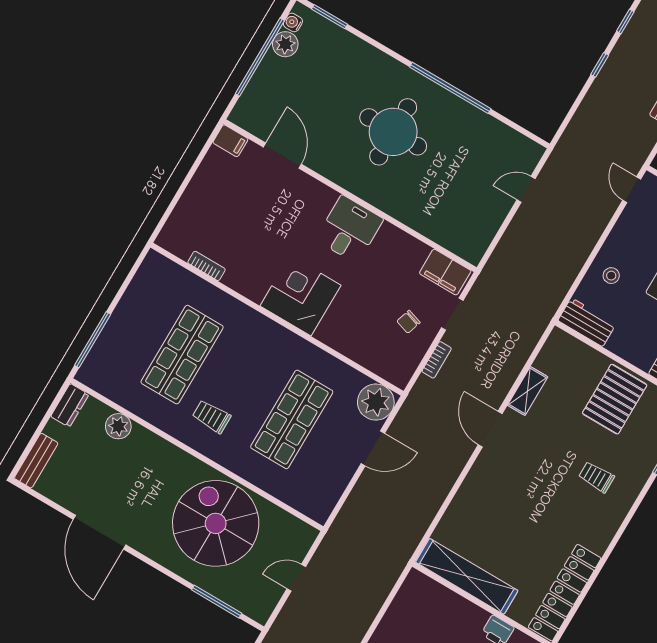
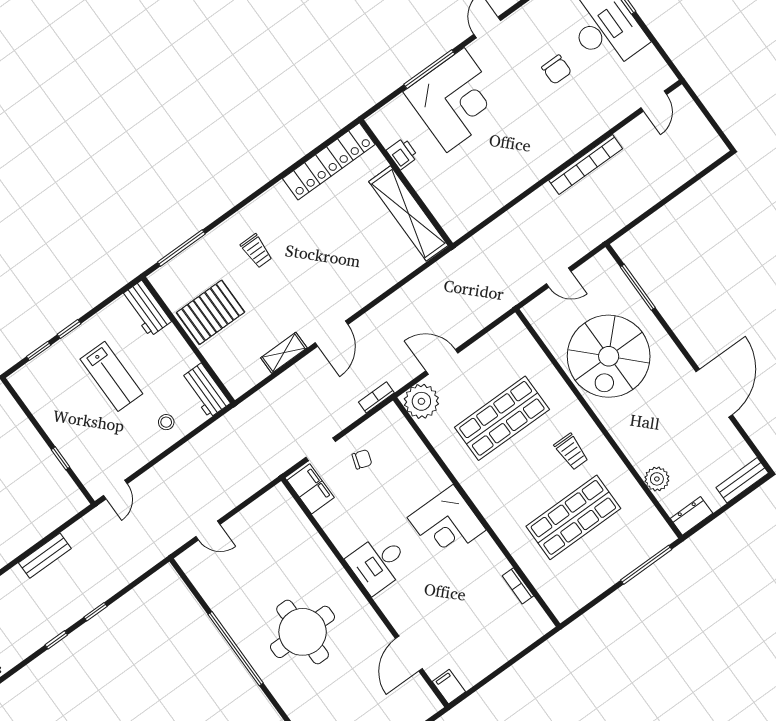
bookcase: (437, 360) -> (376, 397), moved

